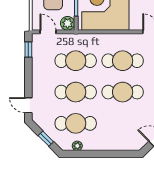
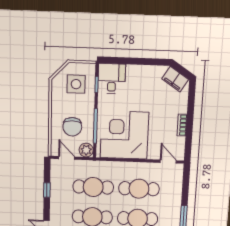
window: (28, 49) -> (47, 190), moved

